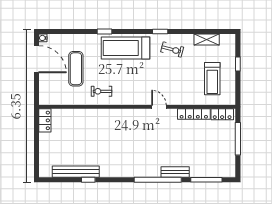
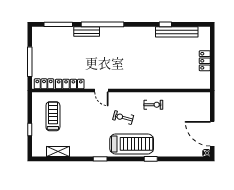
exercise bike: (172, 50) -> (123, 118), moved
exercise mat: (76, 69) -> (177, 125), removed
locker: (45, 120) -> (205, 61), moved

